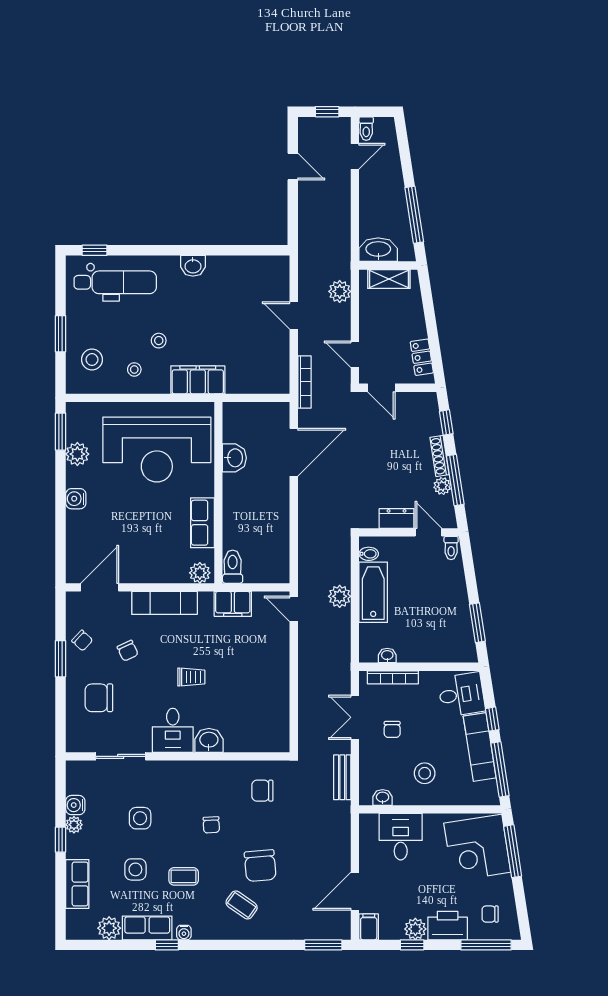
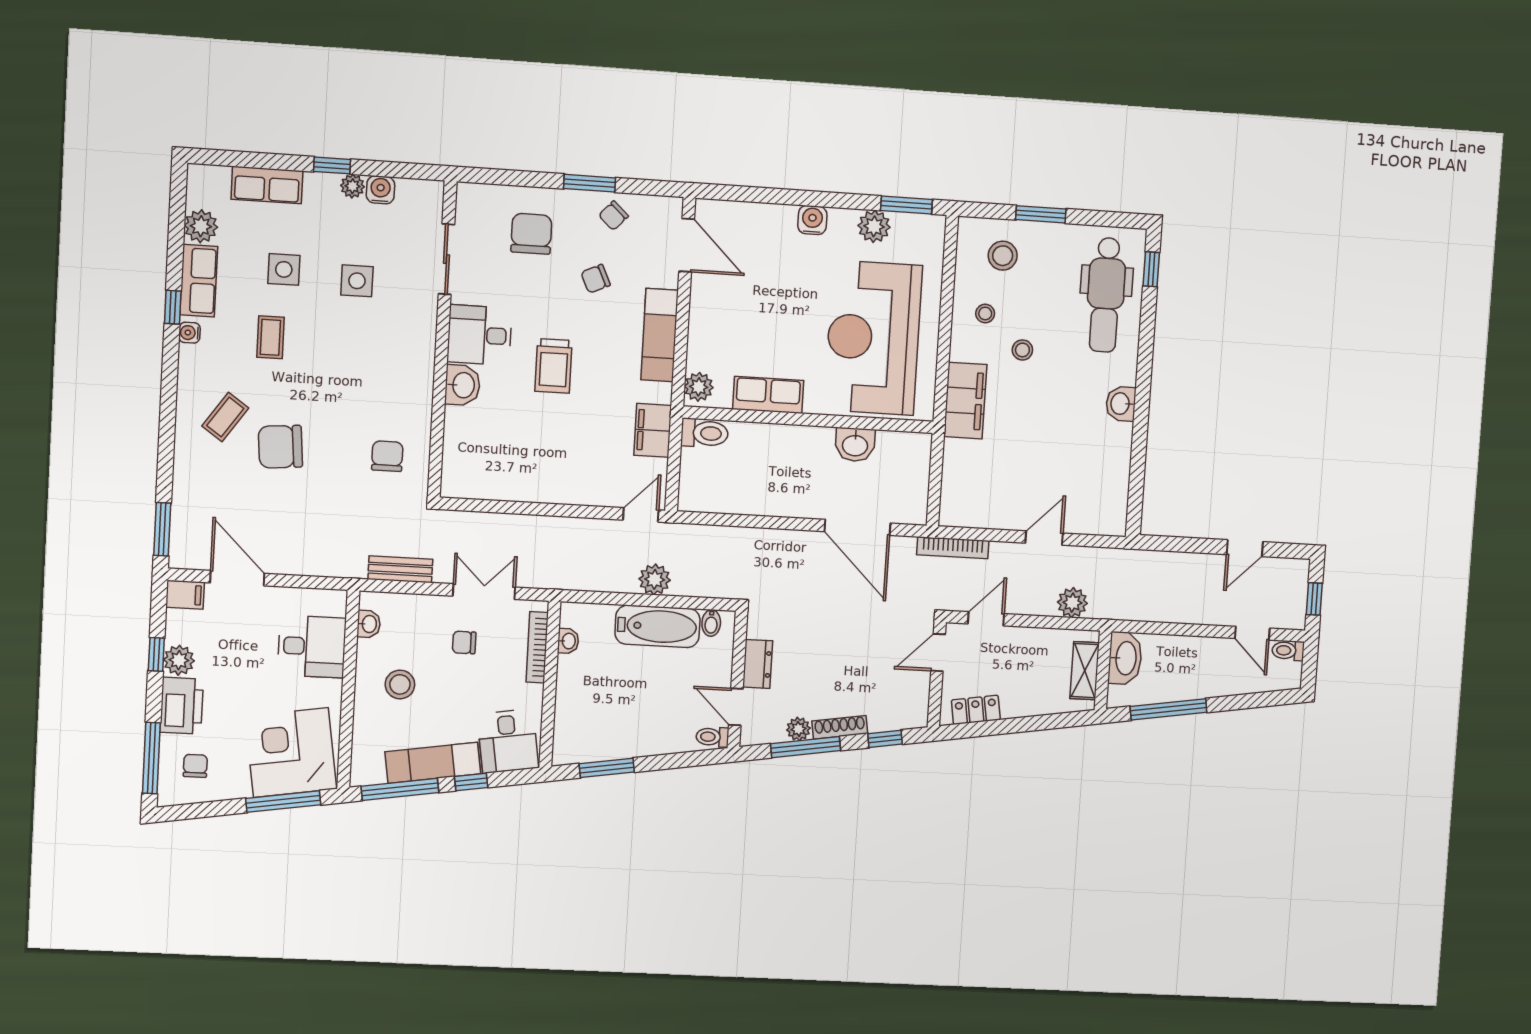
door: (428, 532) -> (736, 707), swing flipped
trolley: (191, 677) -> (554, 366), width x1.36, depth x1.39
chair: (211, 825) -> (342, 381), removed

